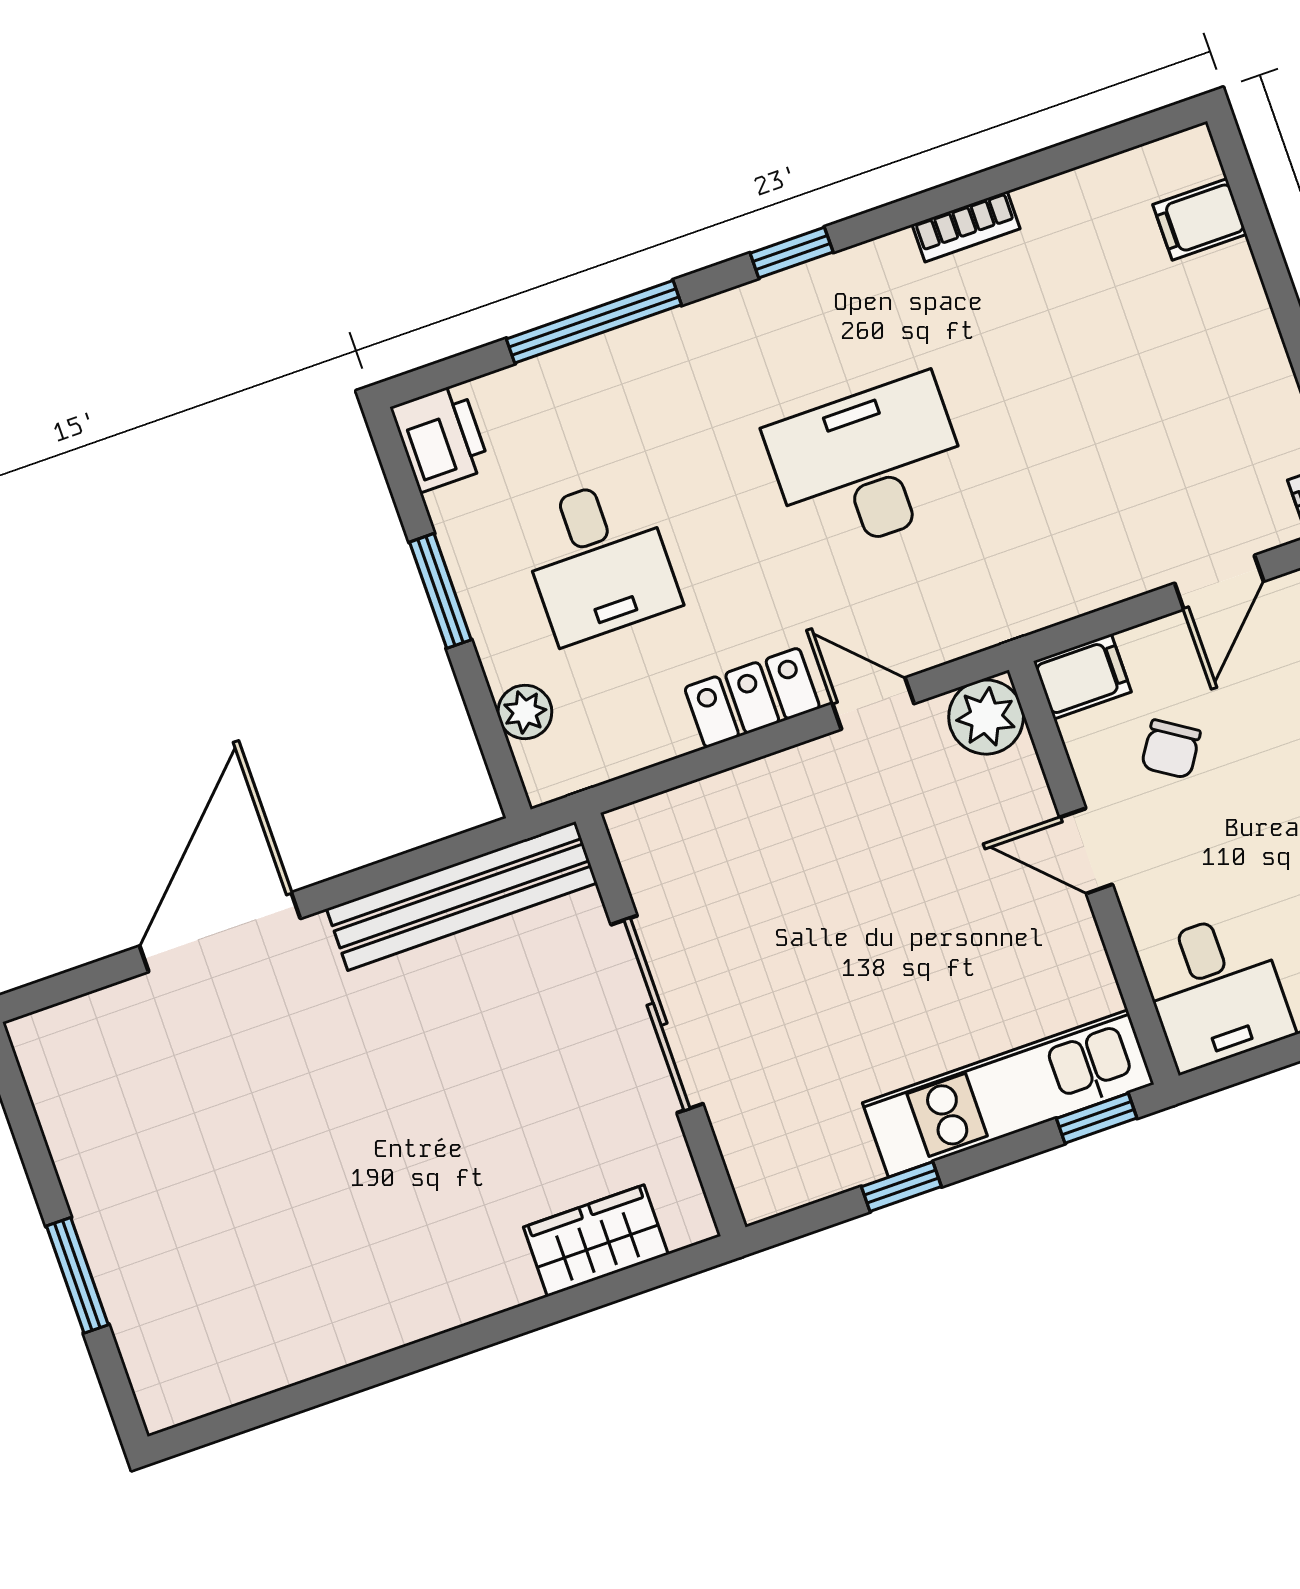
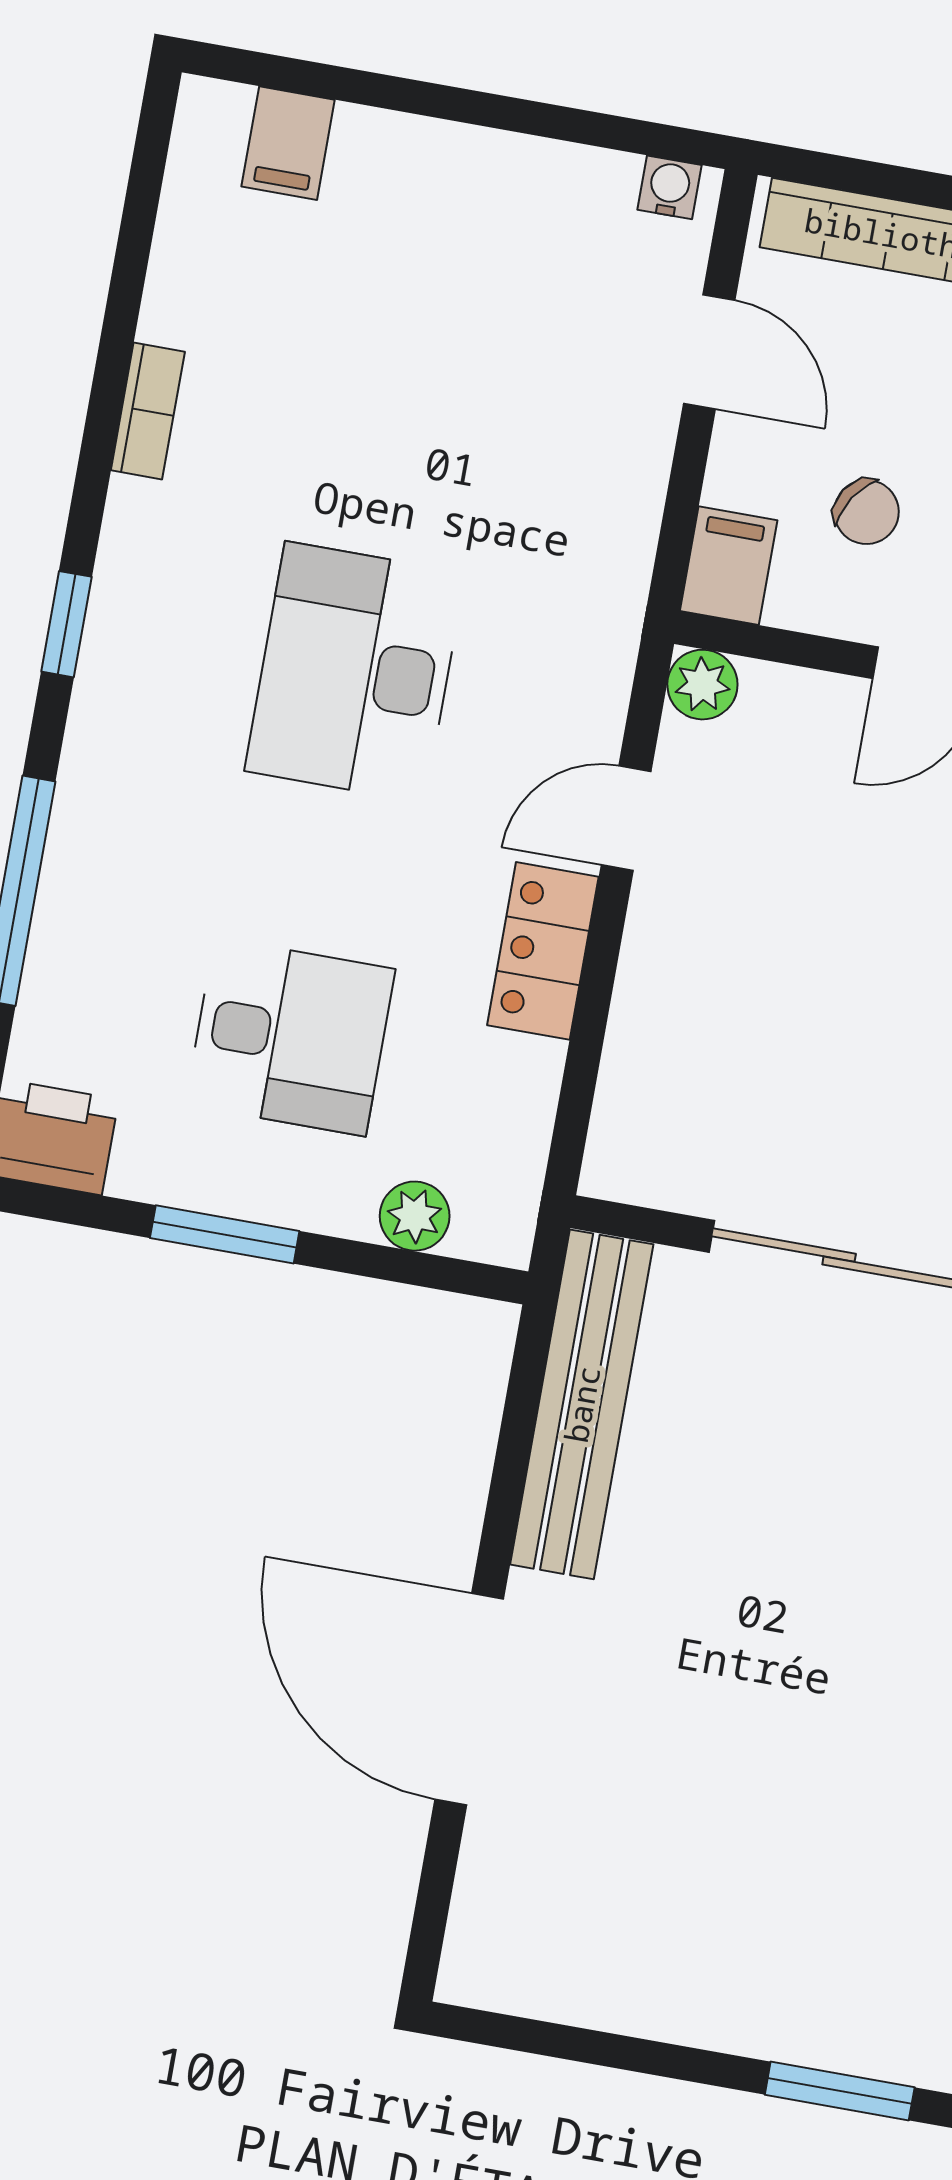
plant: (986, 717) -> (702, 685), width x0.73, depth x0.73
window: (77, 1275) -> (840, 2091), moved

